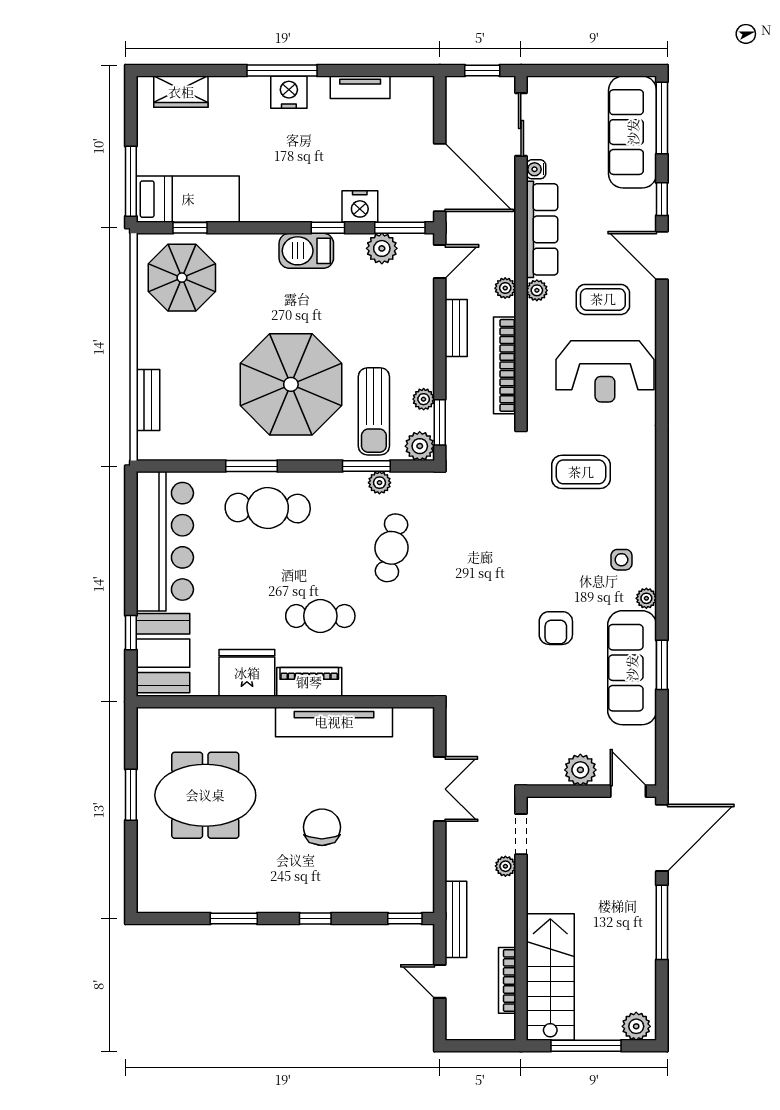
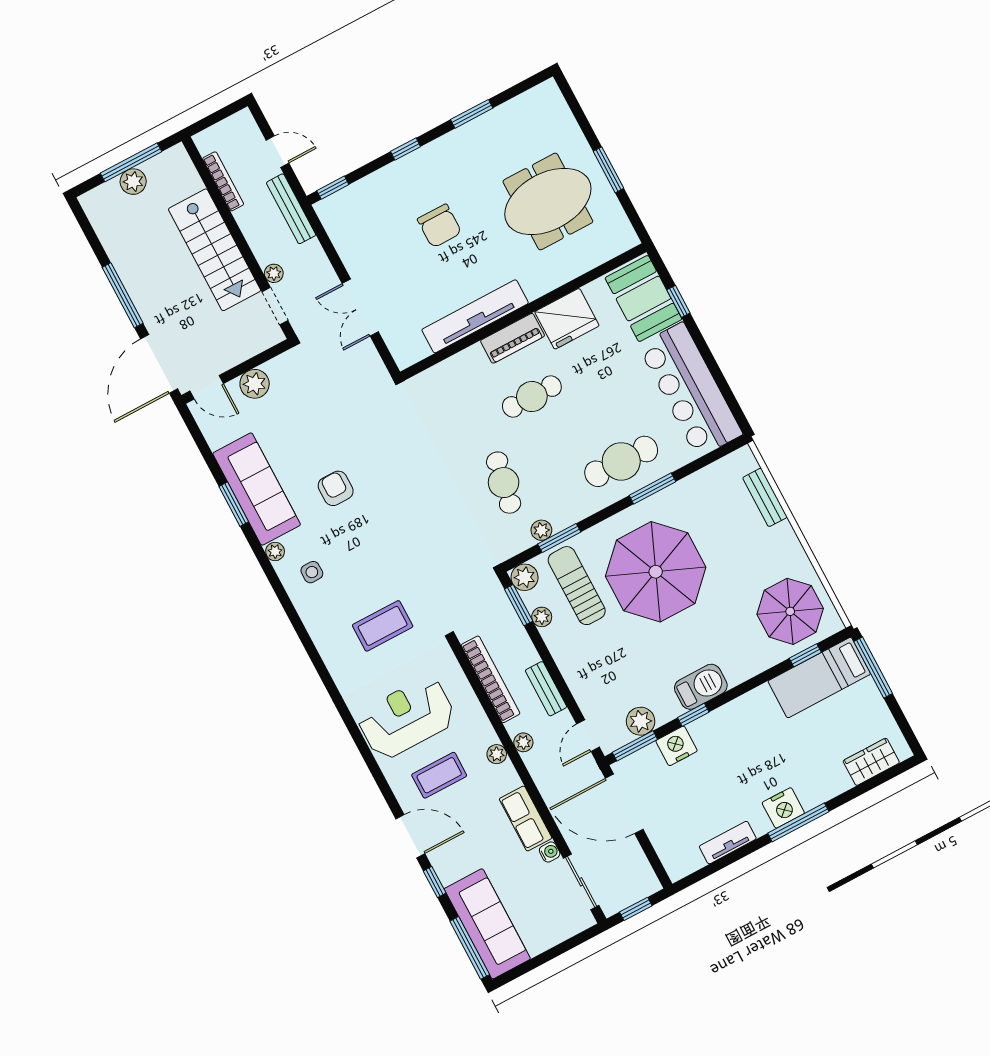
row of seats: (542, 229) -> (526, 818), width x0.68
stairs: (550, 977) -> (215, 250), moved
plant: (636, 1026) -> (133, 182), moved

